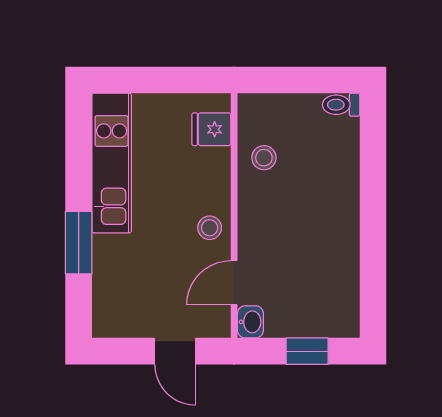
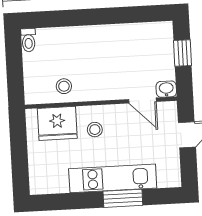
fridge: (211, 129) -> (57, 123), width x1.88, depth x1.34
kitchen unit: (112, 163) -> (113, 178), moved
stool: (210, 228) -> (95, 130), moved

